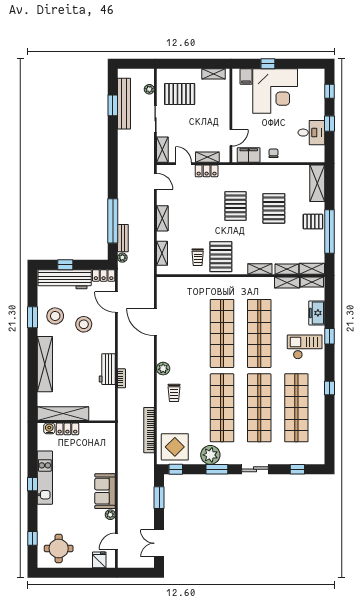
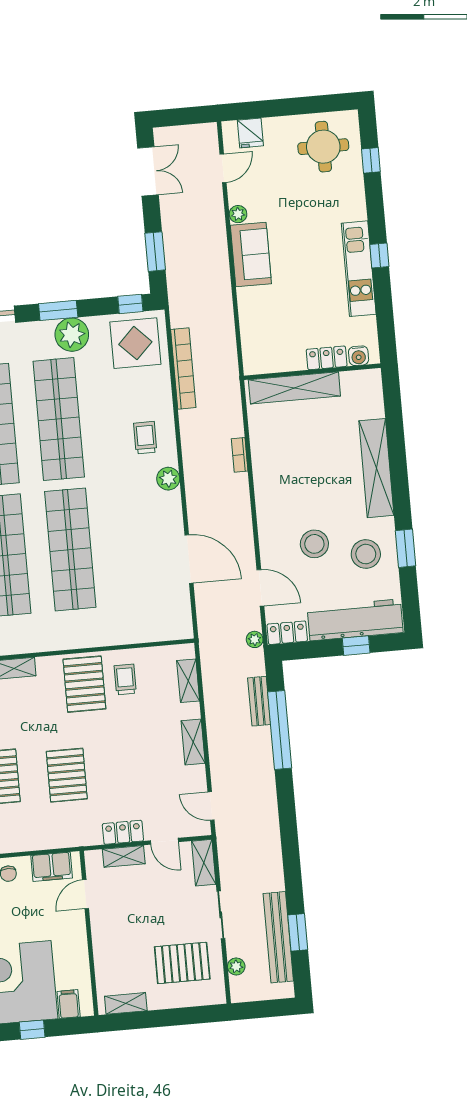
plant: (122, 258) -> (255, 639), moved
workbench: (107, 369) -> (266, 469), removed
shelving: (63, 414) -> (294, 388), moved

